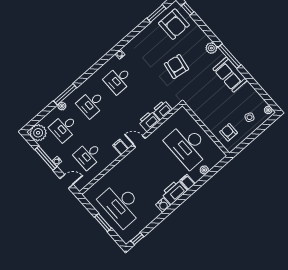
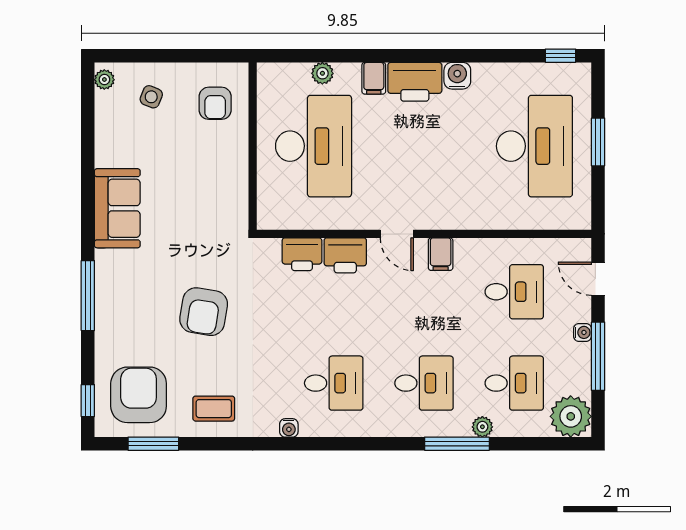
coffee table: (148, 40) -> (214, 409), added
plant: (211, 48) -> (108, 289), removed
window: (229, 56) -> (88, 296), moved

